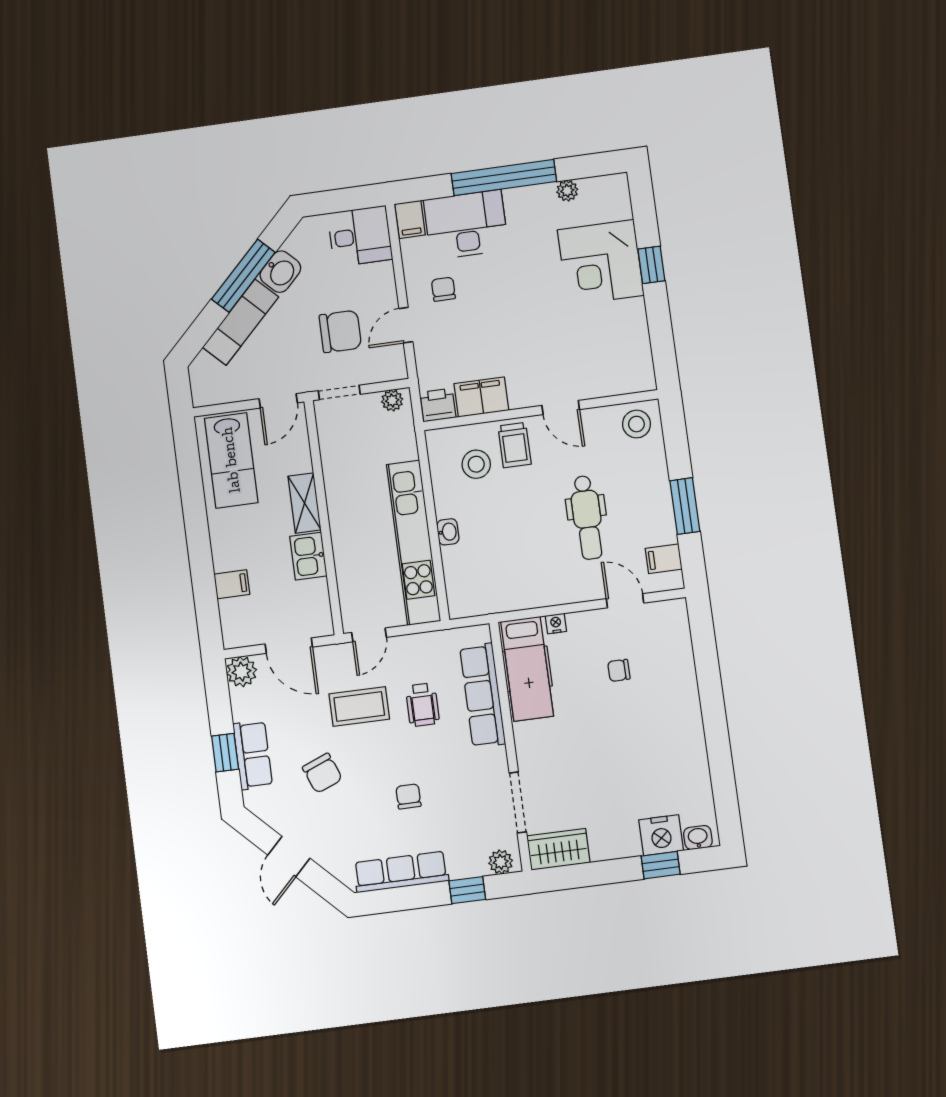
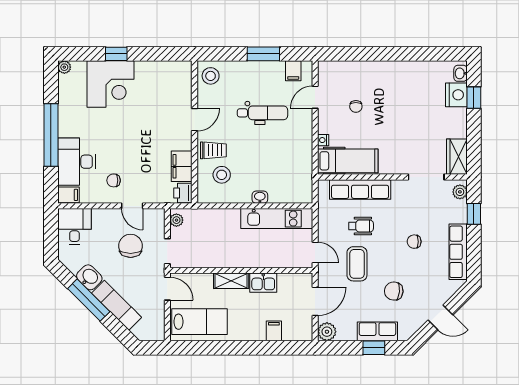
plant: (567, 191) -> (64, 67), moved
kitchen unit: (414, 543) -> (277, 219), width x0.73
chair: (322, 773) -> (394, 291), turned -153

